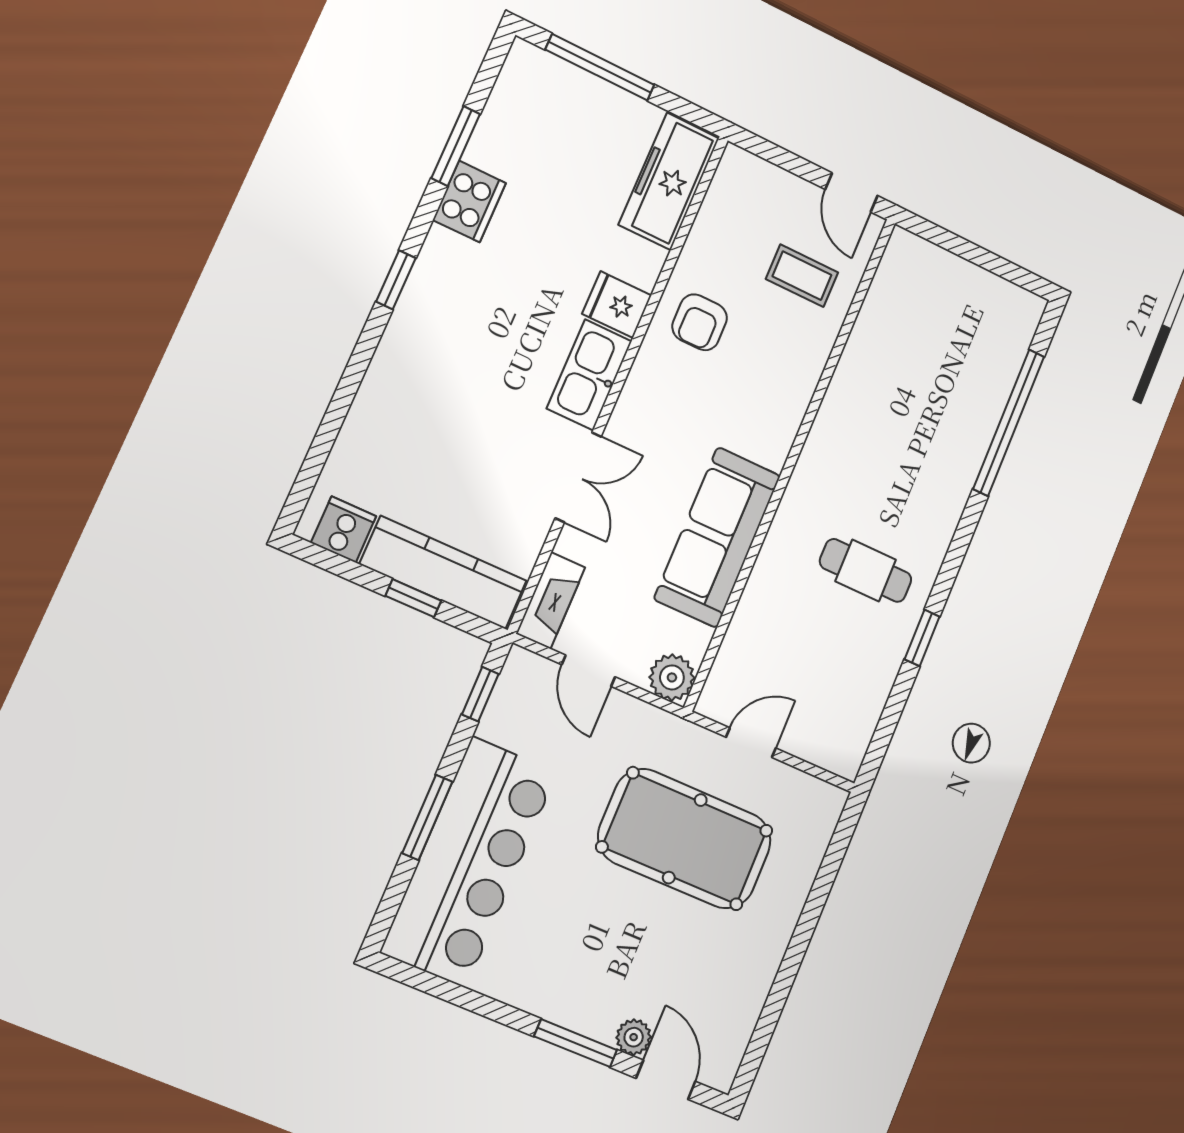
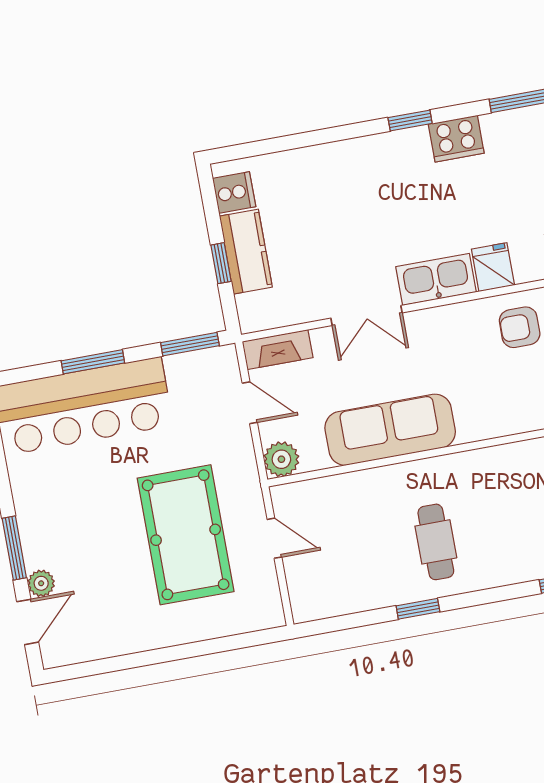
cooker: (469, 201) -> (456, 139), moved
kitchen counter: (443, 573) -> (246, 252), width x0.67
door: (588, 671) -> (250, 403), swing flipped
window: (480, 694) -> (190, 344), width x1.50

